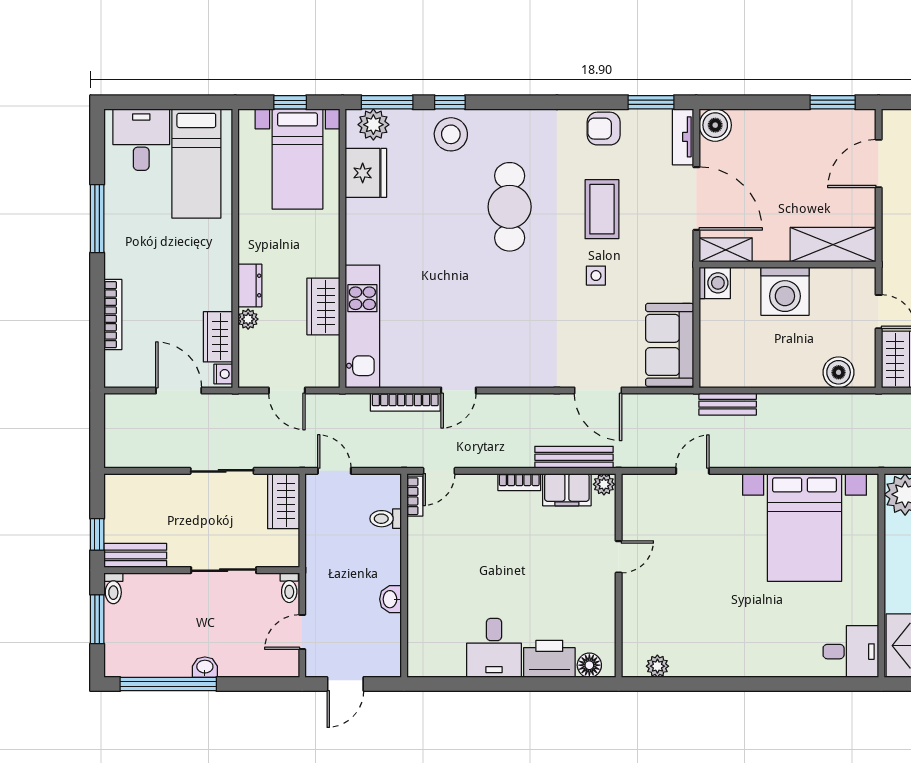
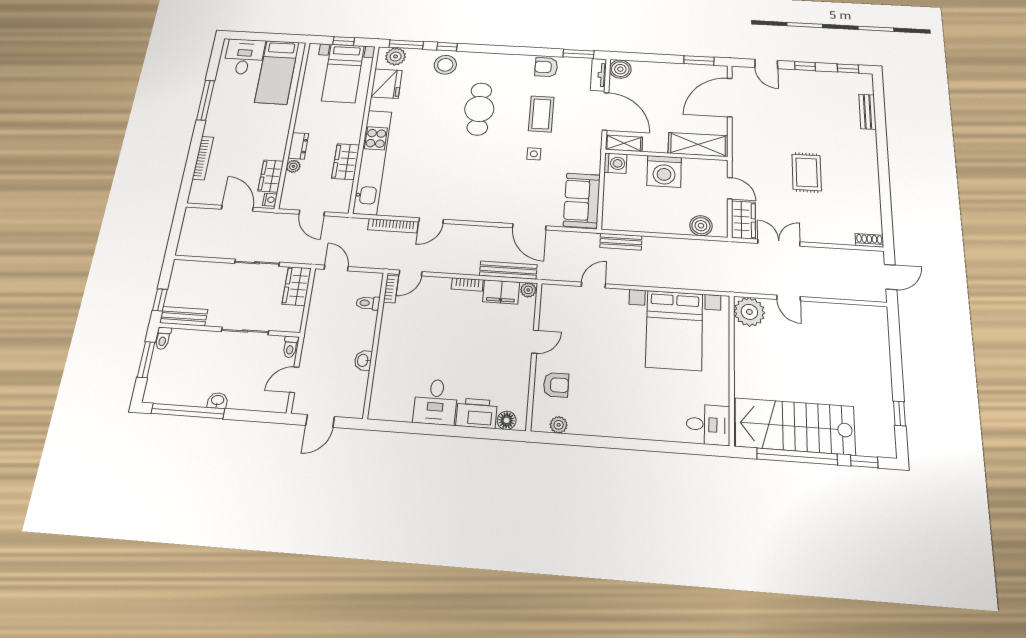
door: (879, 164) -> (730, 98), width x1.36
kitchen unit: (362, 326) -> (372, 162), width x1.36
armchair: (651, 614) -> (556, 385), added

